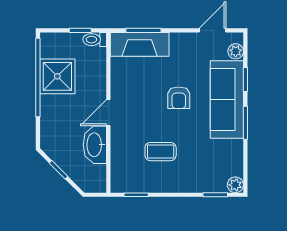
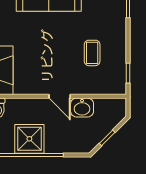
armchair: (179, 98) -> (47, 38), removed
washbasin: (95, 145) -> (82, 108), width x0.72

